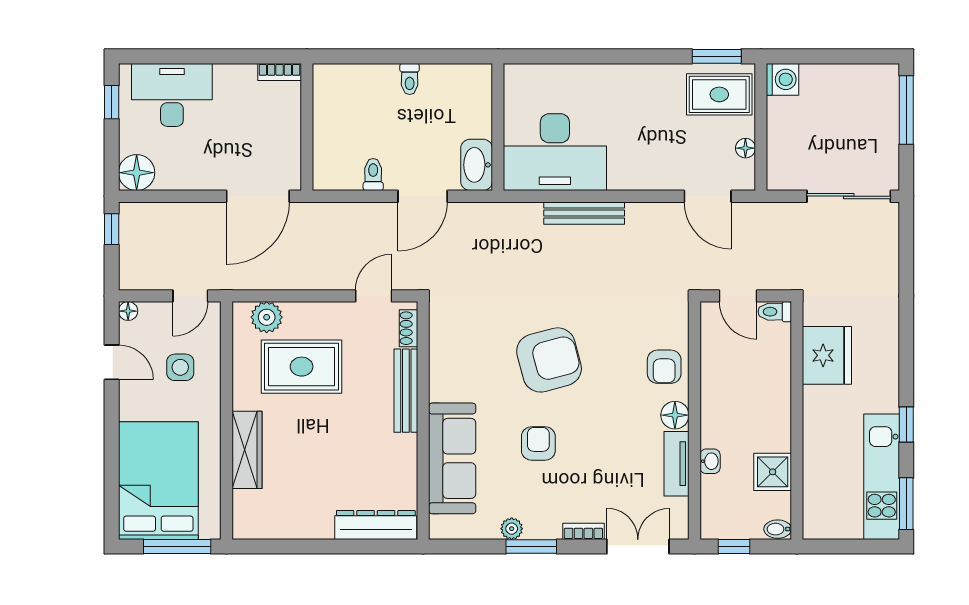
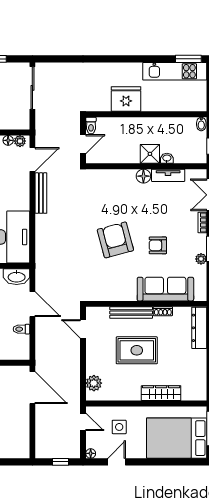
plant: (744, 172) -> (20, 141), added
floor lamp: (137, 173) -> (20, 449), removed
bench: (584, 213) -> (41, 193), moved
window: (112, 229) -> (60, 462), moved
shoe rack: (409, 328) -> (163, 311), moved
fridge: (827, 355) -> (126, 99), moved
rug: (302, 367) -> (137, 350), moved, turned 90
armchair: (664, 367) -> (119, 182), removed
window: (906, 425) -> (148, 59), removed
shower: (773, 472) -> (150, 154), moved

